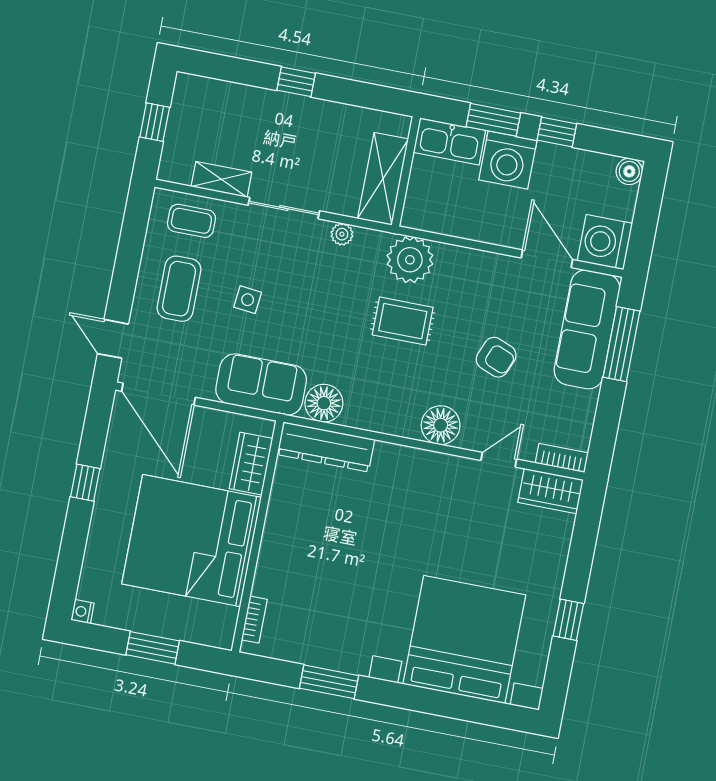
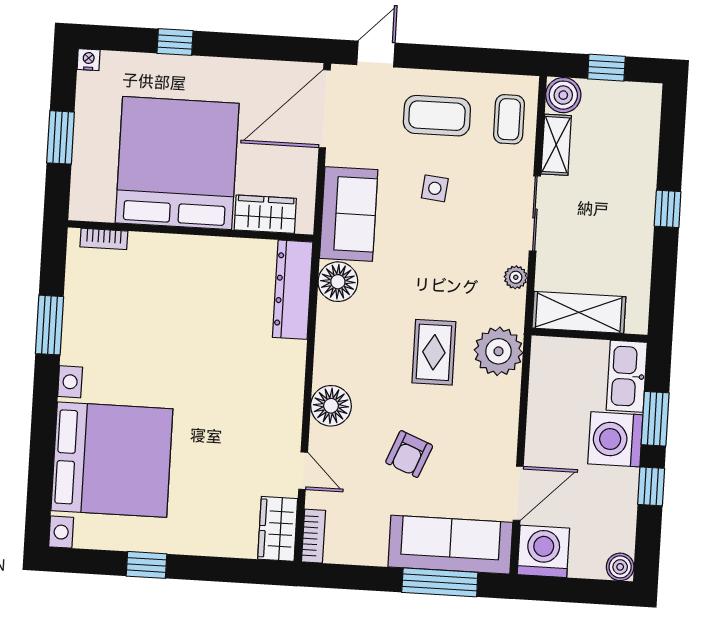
boiler: (175, 166) -> (563, 95), added
window: (85, 483) -> (175, 42), moved

